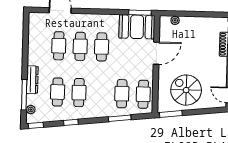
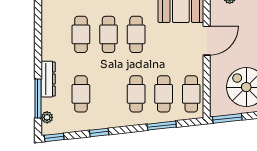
cafe table: (79, 93) -> (136, 94), moved

